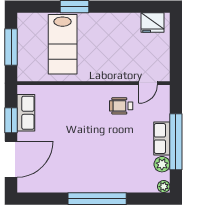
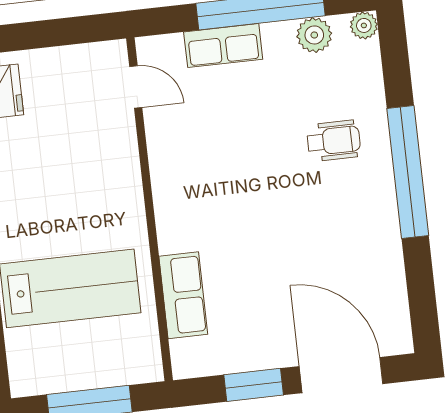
wheelchair: (121, 106) -> (334, 141), moved, turned -90
row of seats: (26, 113) -> (183, 295), moved, turned 90
row of seats: (162, 139) -> (223, 46), moved

